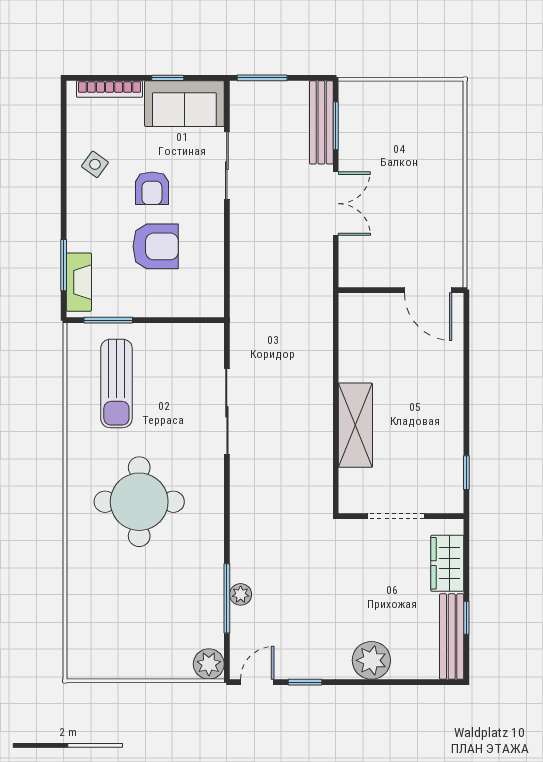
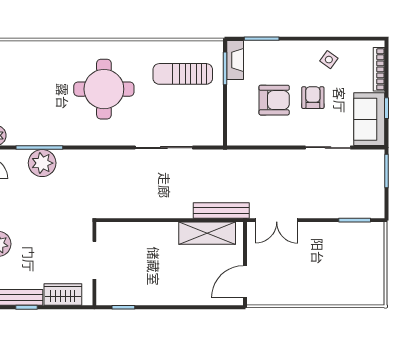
bench: (321, 122) -> (221, 211), moved
armchair: (152, 188) -> (313, 98), turned 90
double door: (336, 204) -> (277, 220), moved
armchair: (156, 246) -> (274, 100), turned -90
fireplace: (79, 282) -> (235, 60), moved, turned -90
shelving: (355, 425) -> (207, 233), moved
plant: (241, 594) -> (42, 163), width x1.88, depth x1.88

